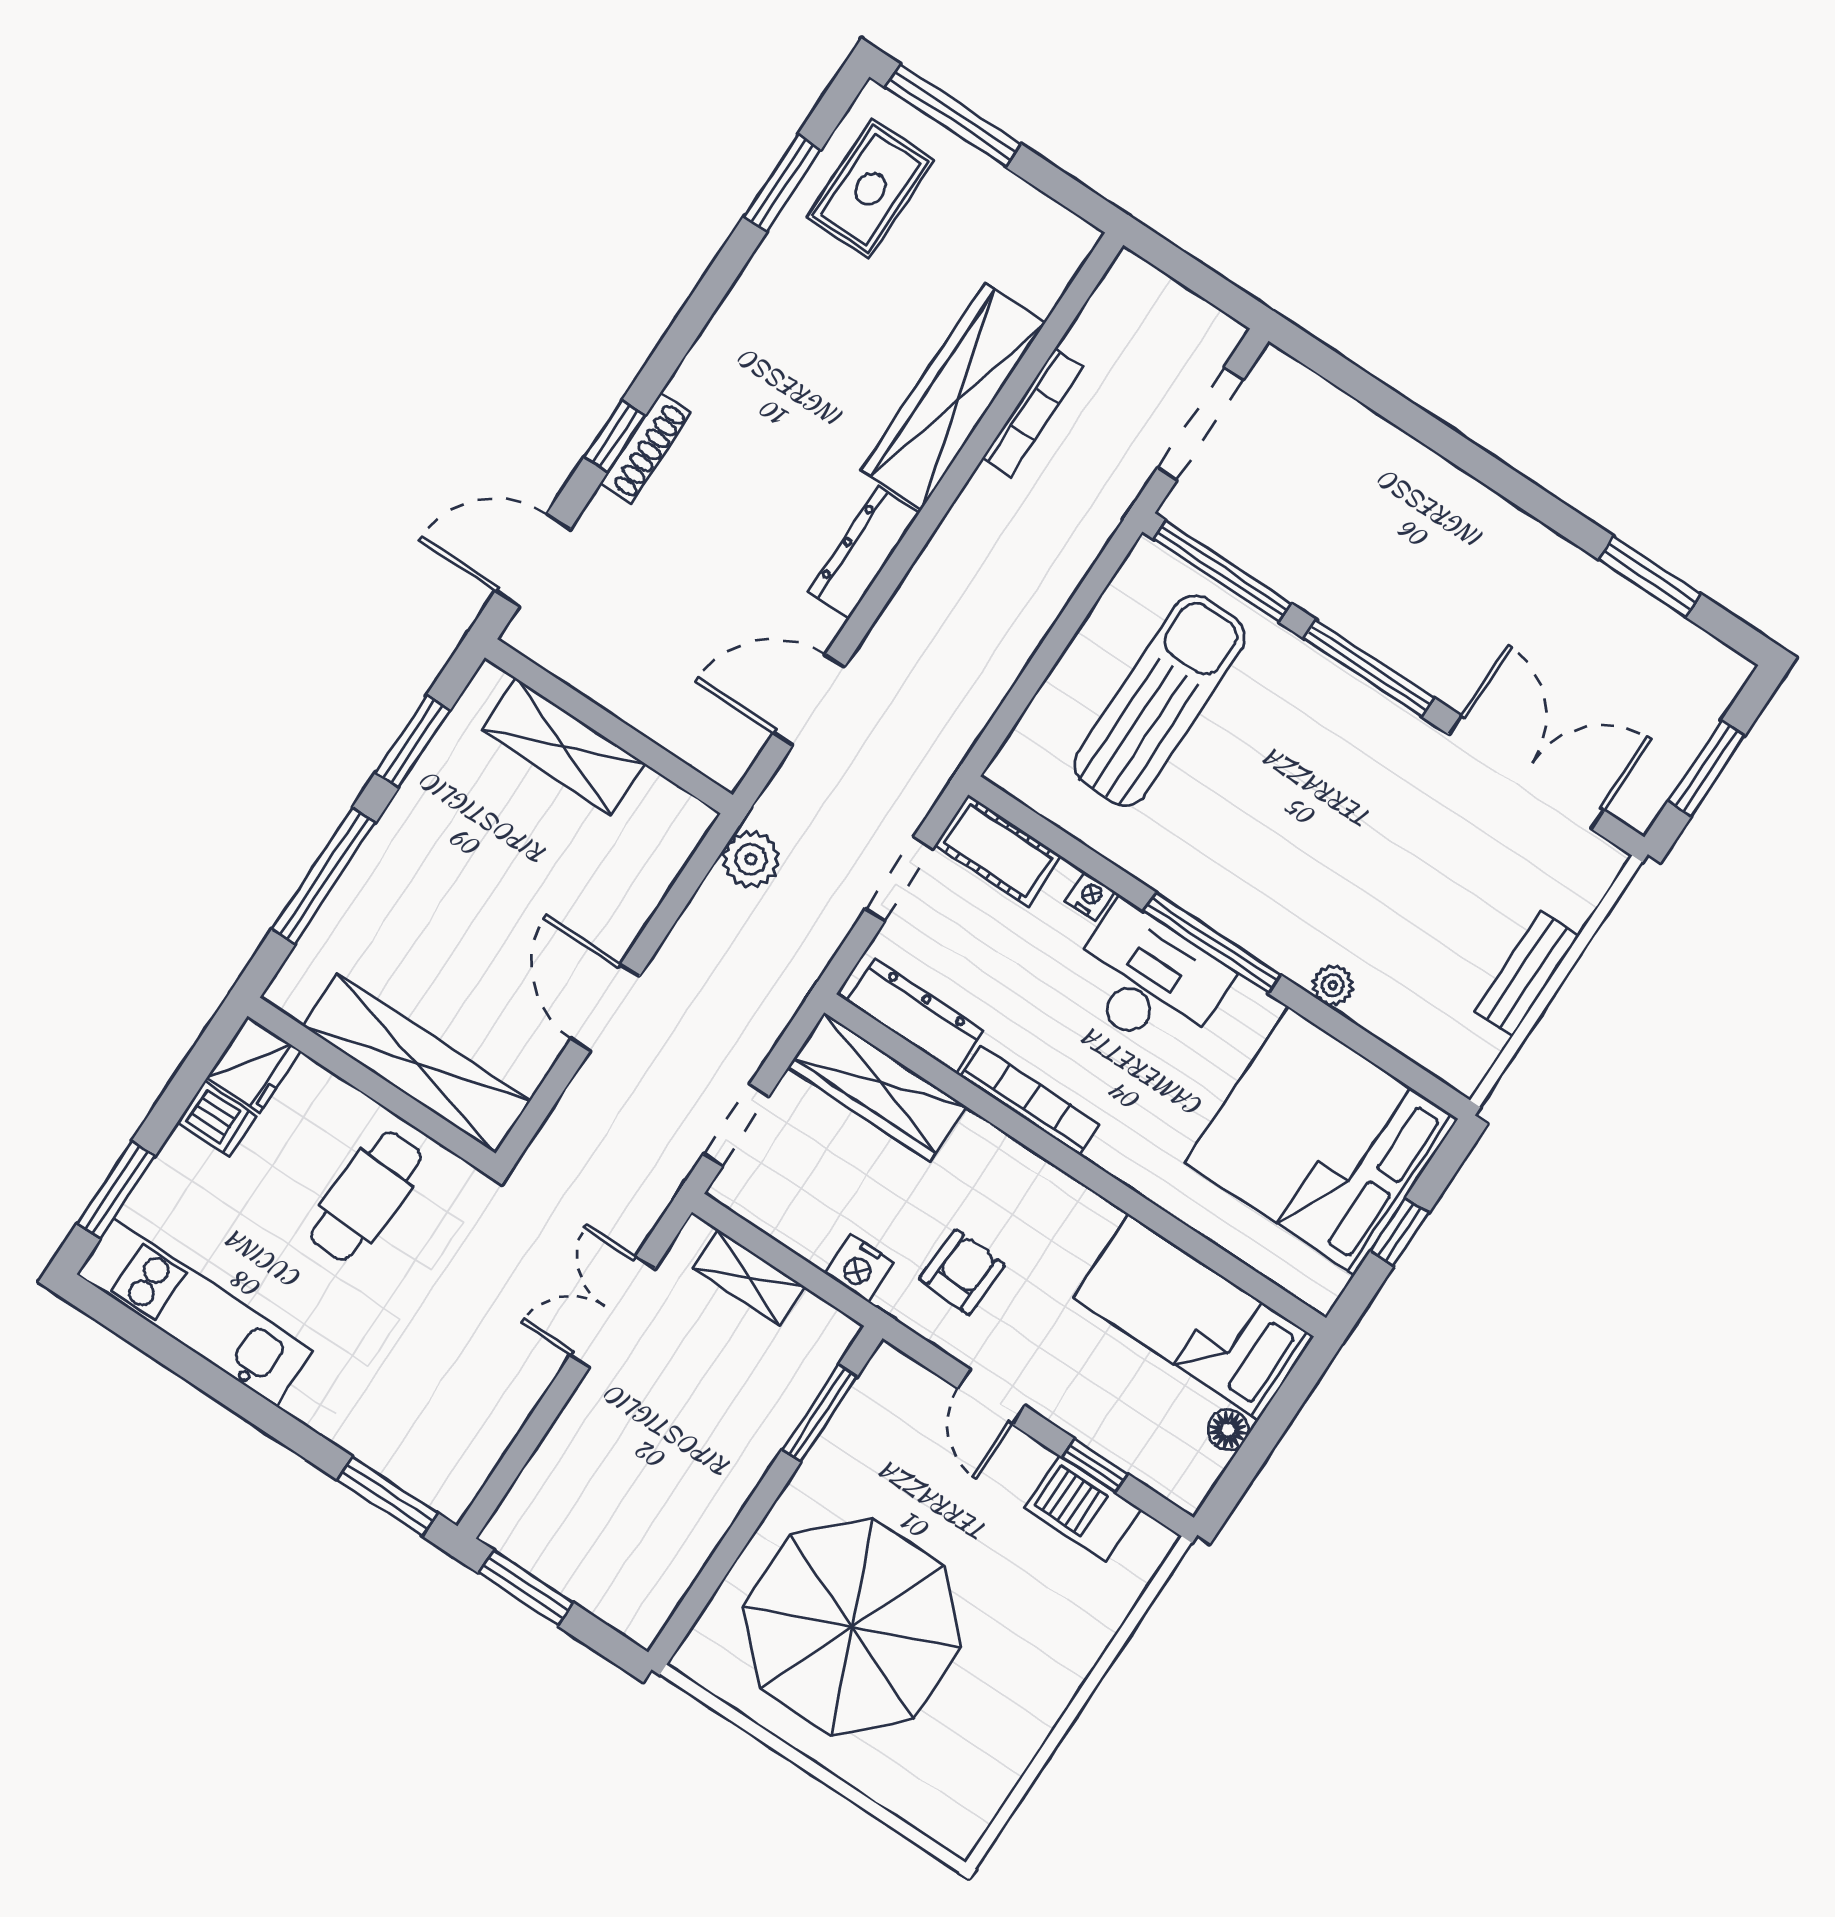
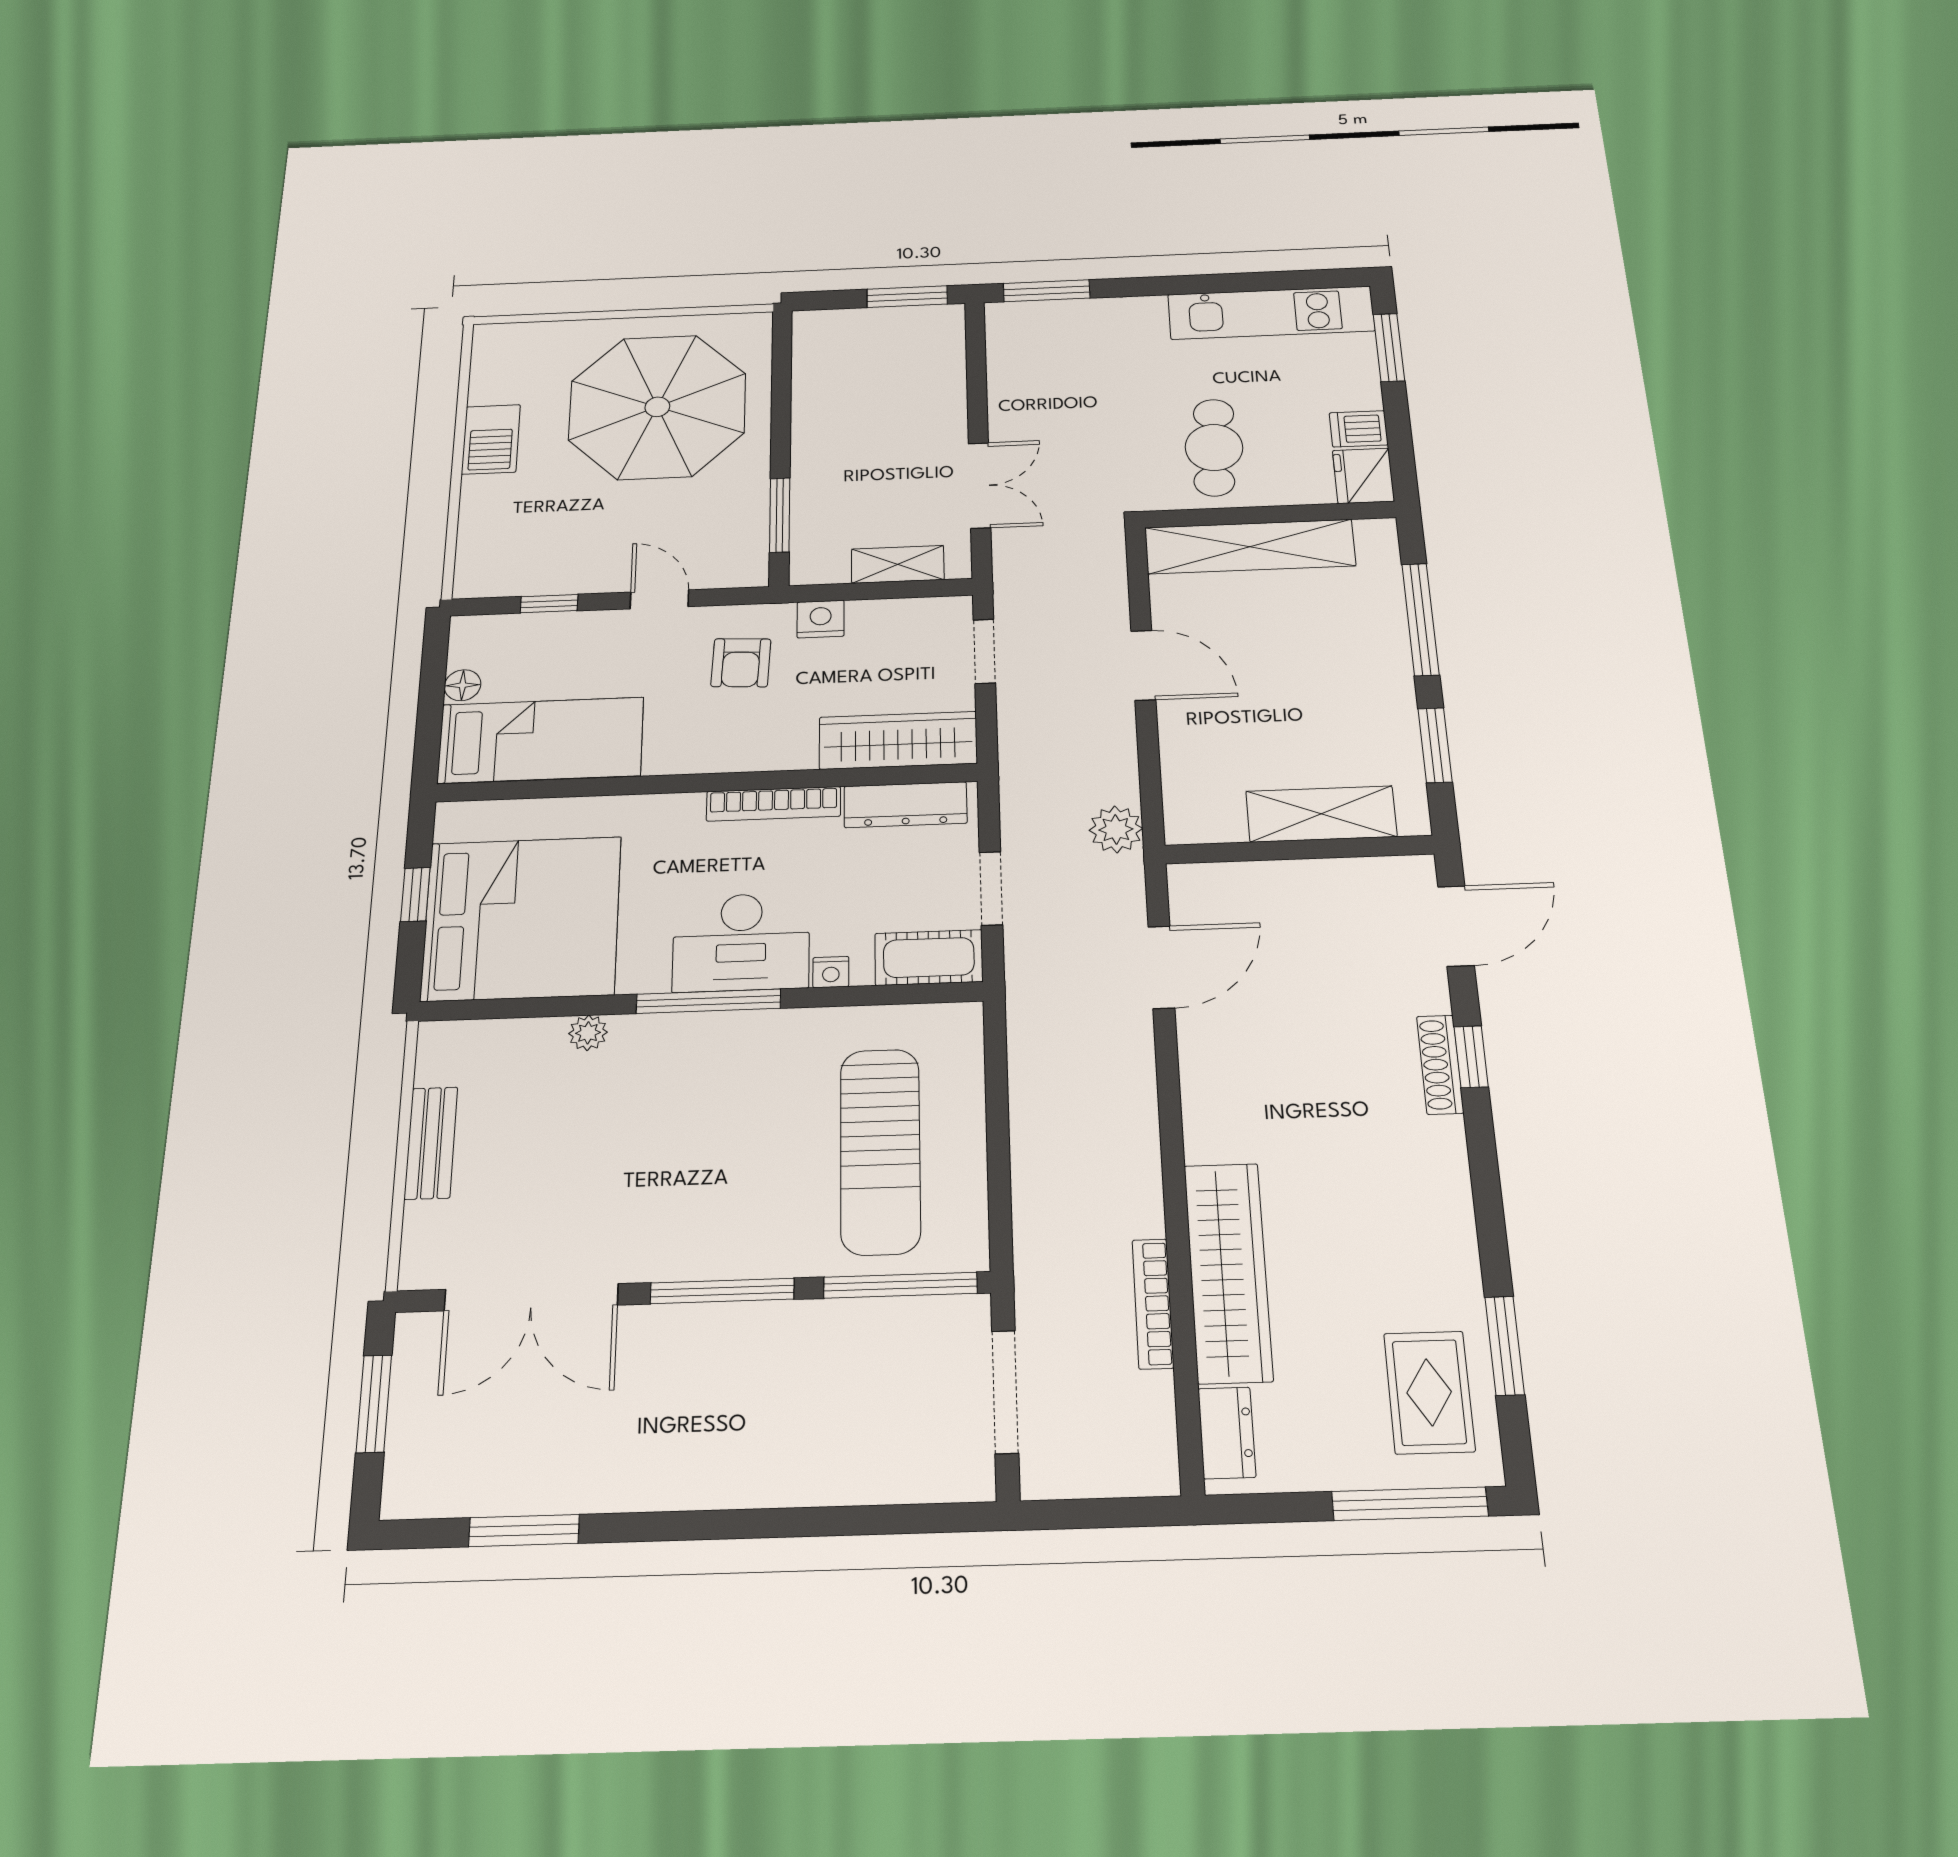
dresser: (864, 553) -> (1227, 1433), moved, width x0.70
barbecue: (1083, 1509) -> (491, 439), moved, turned 90

